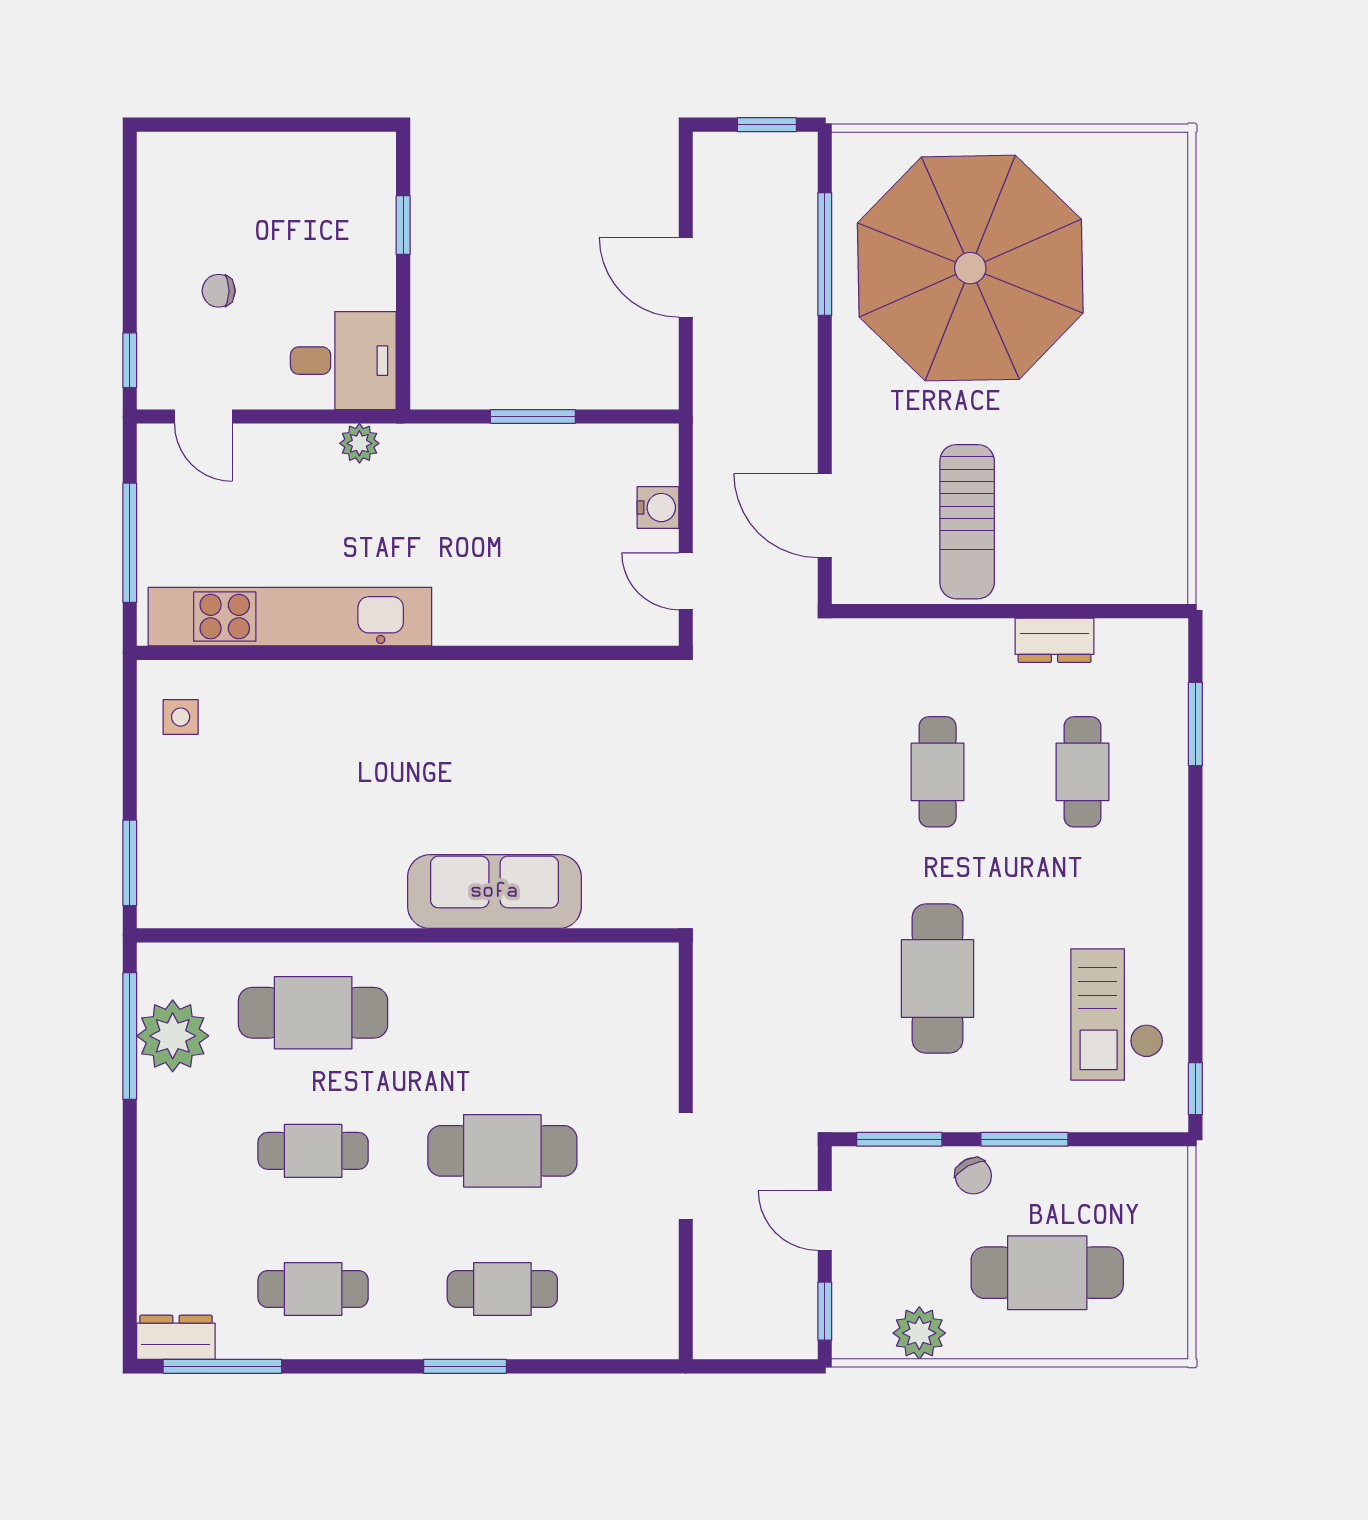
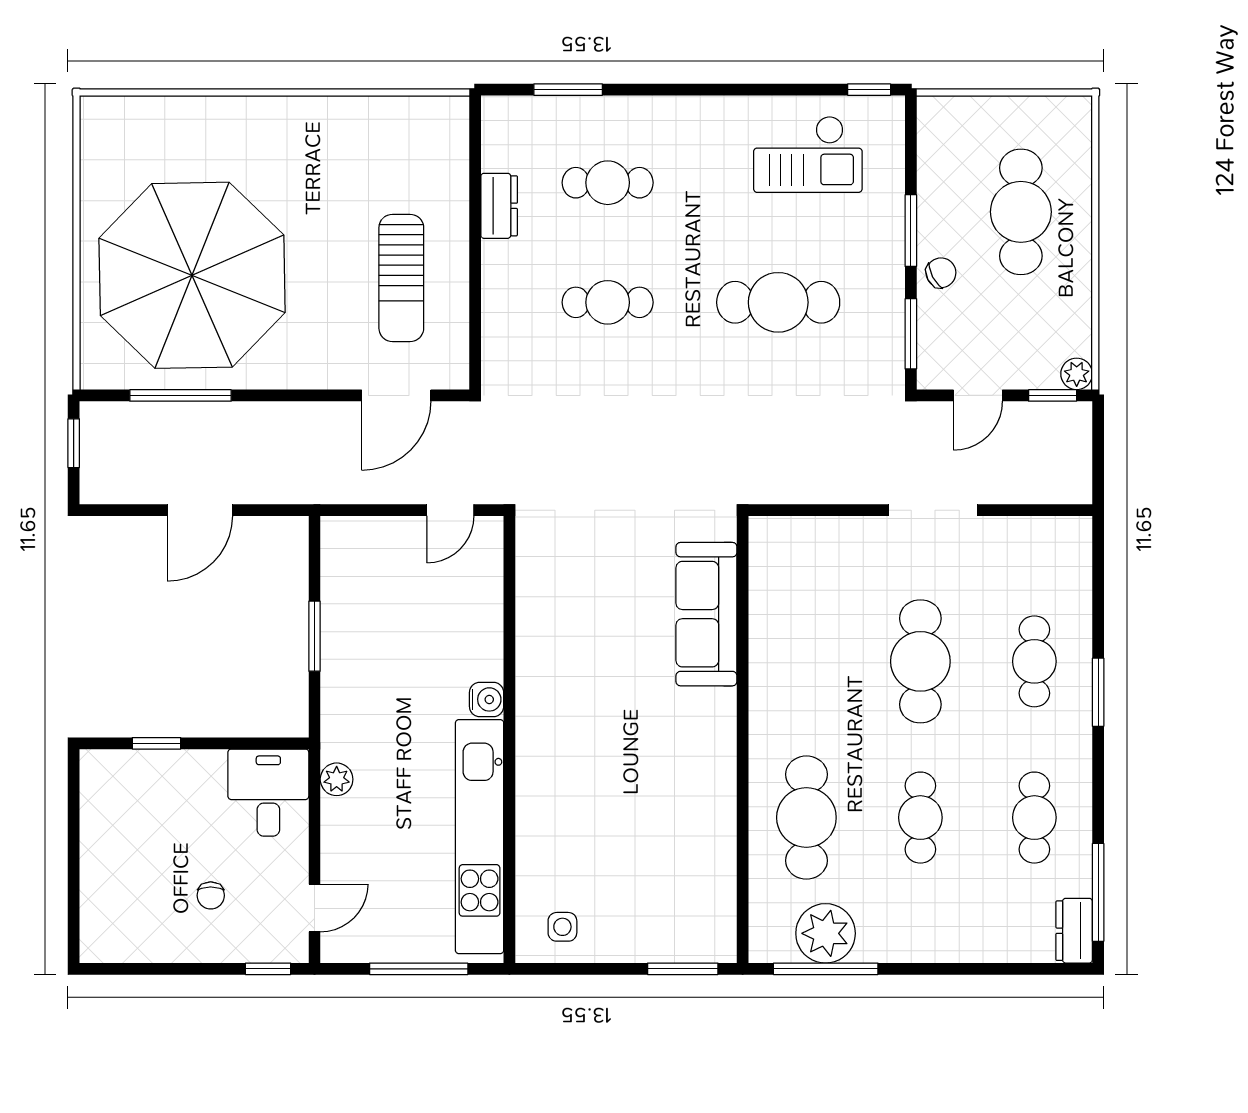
water cooler: (658, 508) -> (487, 699), moved, turned 90
sun lounger: (967, 522) -> (401, 278), turned 90
sofa: (494, 892) -> (706, 614), moved
plant: (919, 1333) -> (1077, 374), moved, width x0.73, depth x0.73

